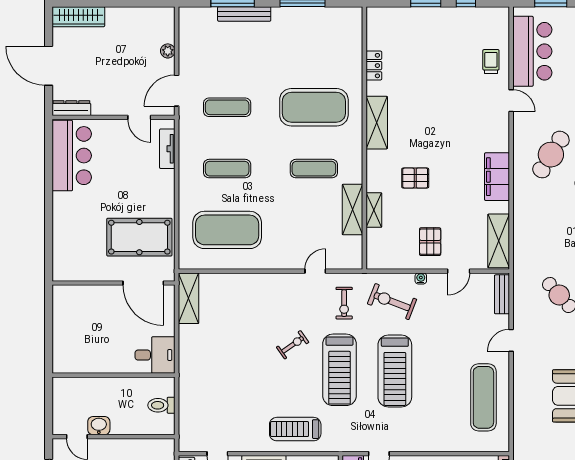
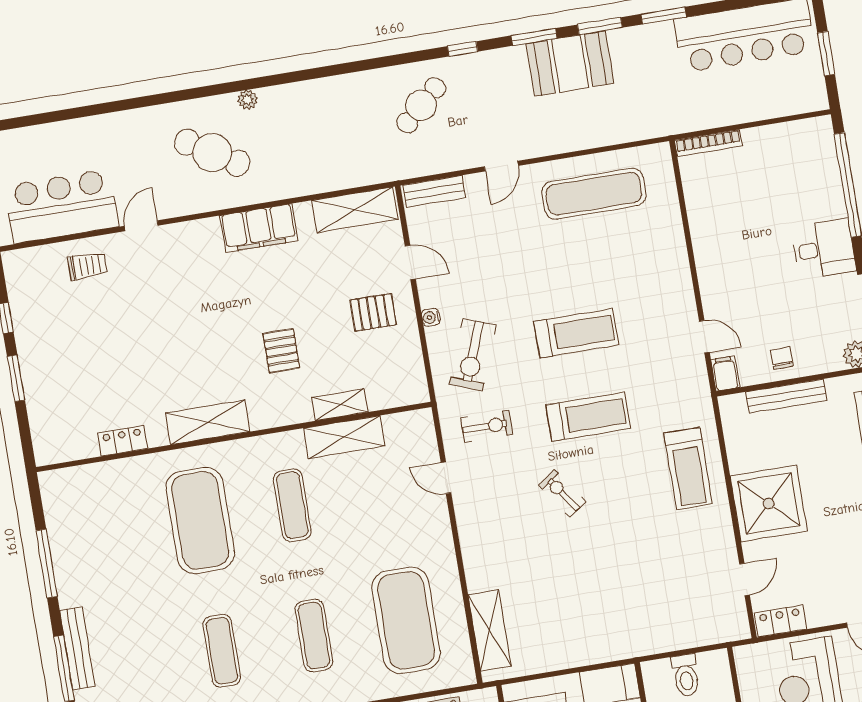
trolley: (491, 62) -> (87, 266), turned 180
shelving: (189, 298) -> (490, 630), moved, turned 90
door: (511, 340) -> (501, 166), hinge flipped
treadmill: (339, 370) -> (588, 417), width x0.73, depth x0.73
treadmill: (395, 371) -> (576, 333), width x0.73, depth x0.73

